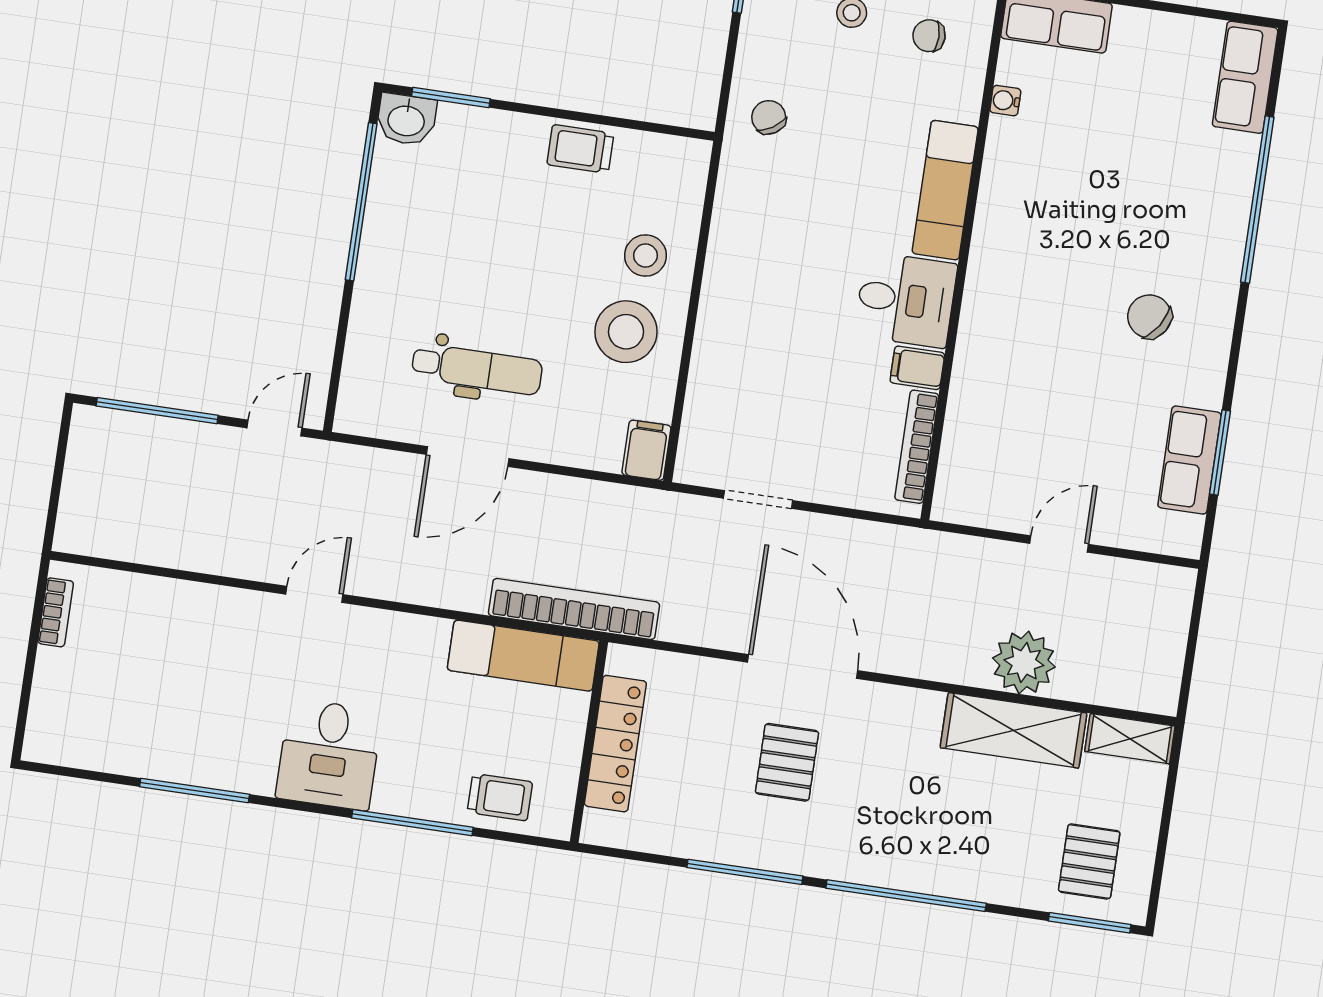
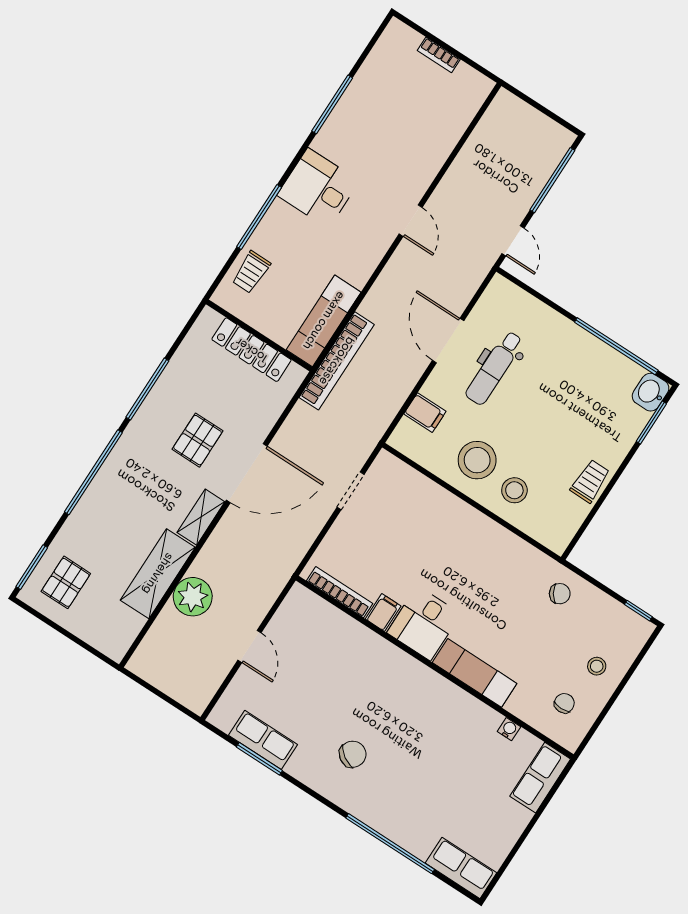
filing cabinet: (646, 450) -> (425, 413), moved
bookcase: (56, 612) -> (439, 55), moved
shelving: (1130, 739) -> (201, 517), moved
pallet: (787, 762) -> (198, 440), turned 90
pallet: (1089, 861) -> (66, 582), turned 90

